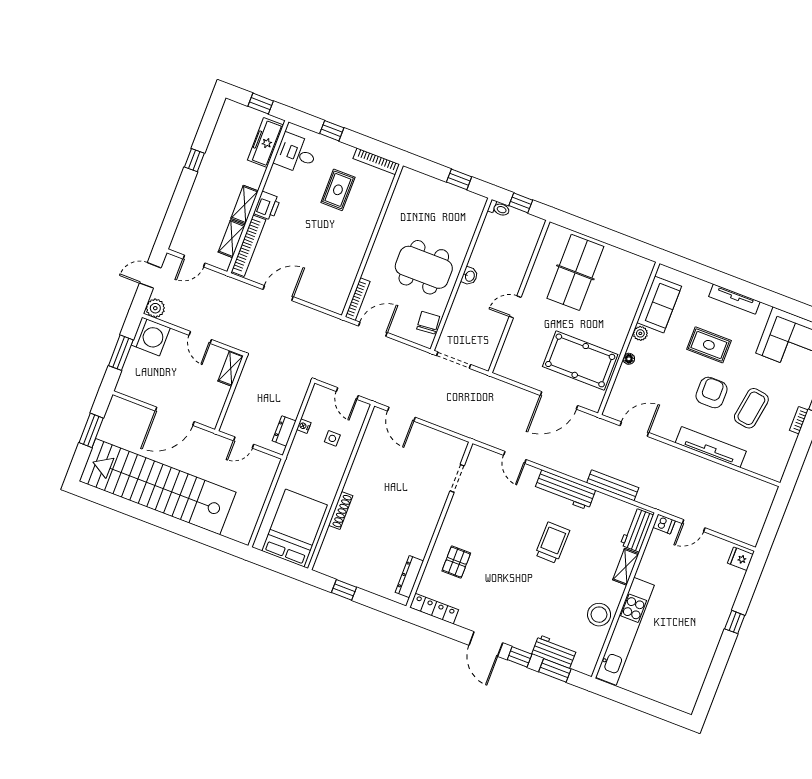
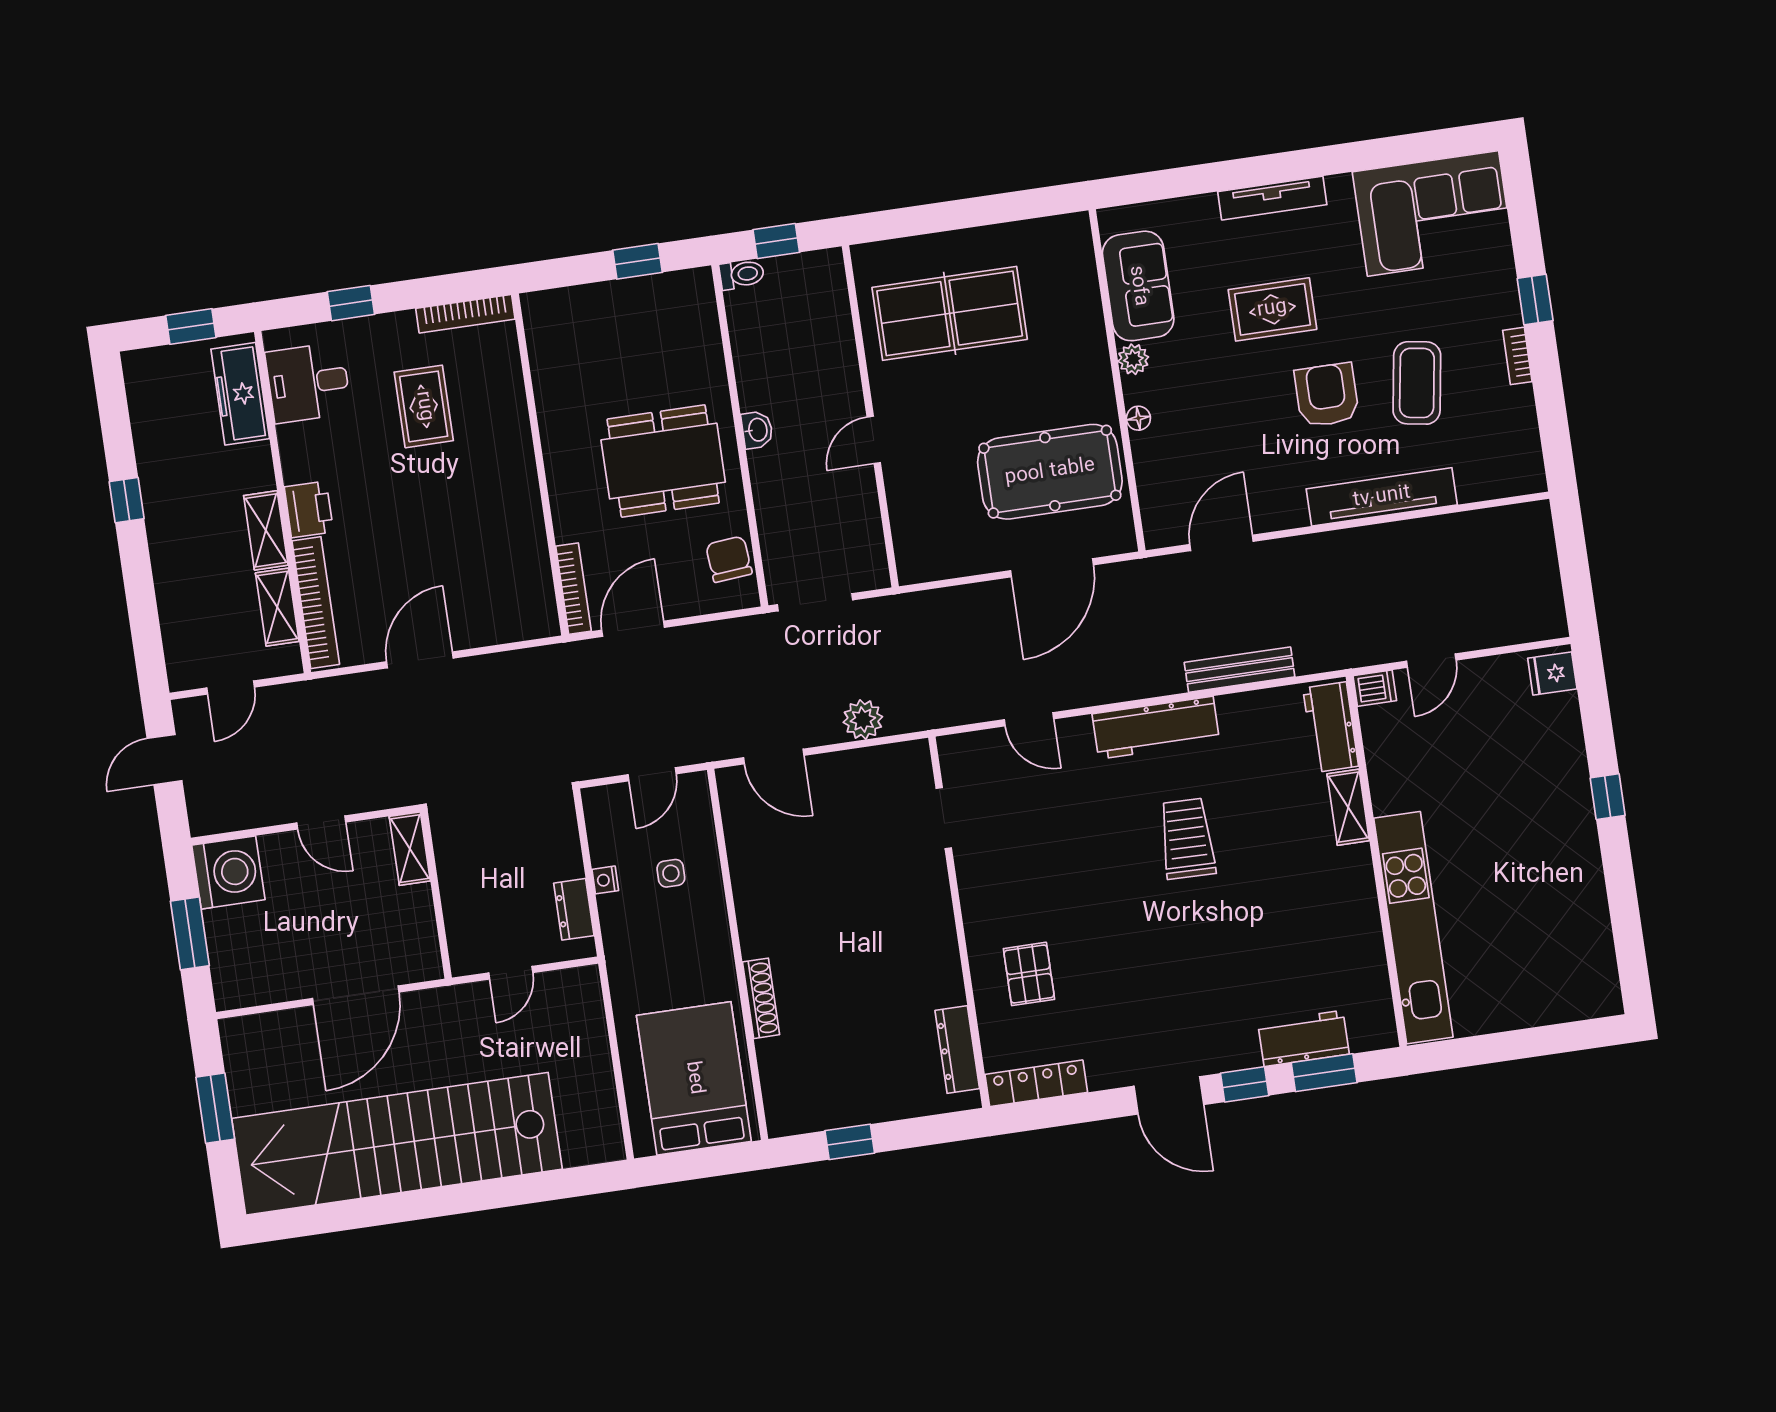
table tennis table: (575, 272) -> (950, 313), turned 90
plant: (155, 308) -> (863, 720), moved
door: (347, 393) -> (652, 774), hinge flipped
stool: (599, 615) -> (1348, 924), removed

